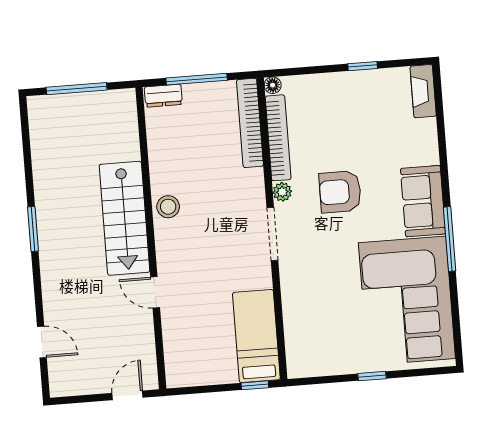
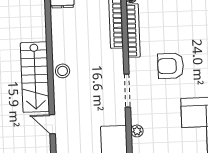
plant: (282, 192) -> (137, 131), moved

